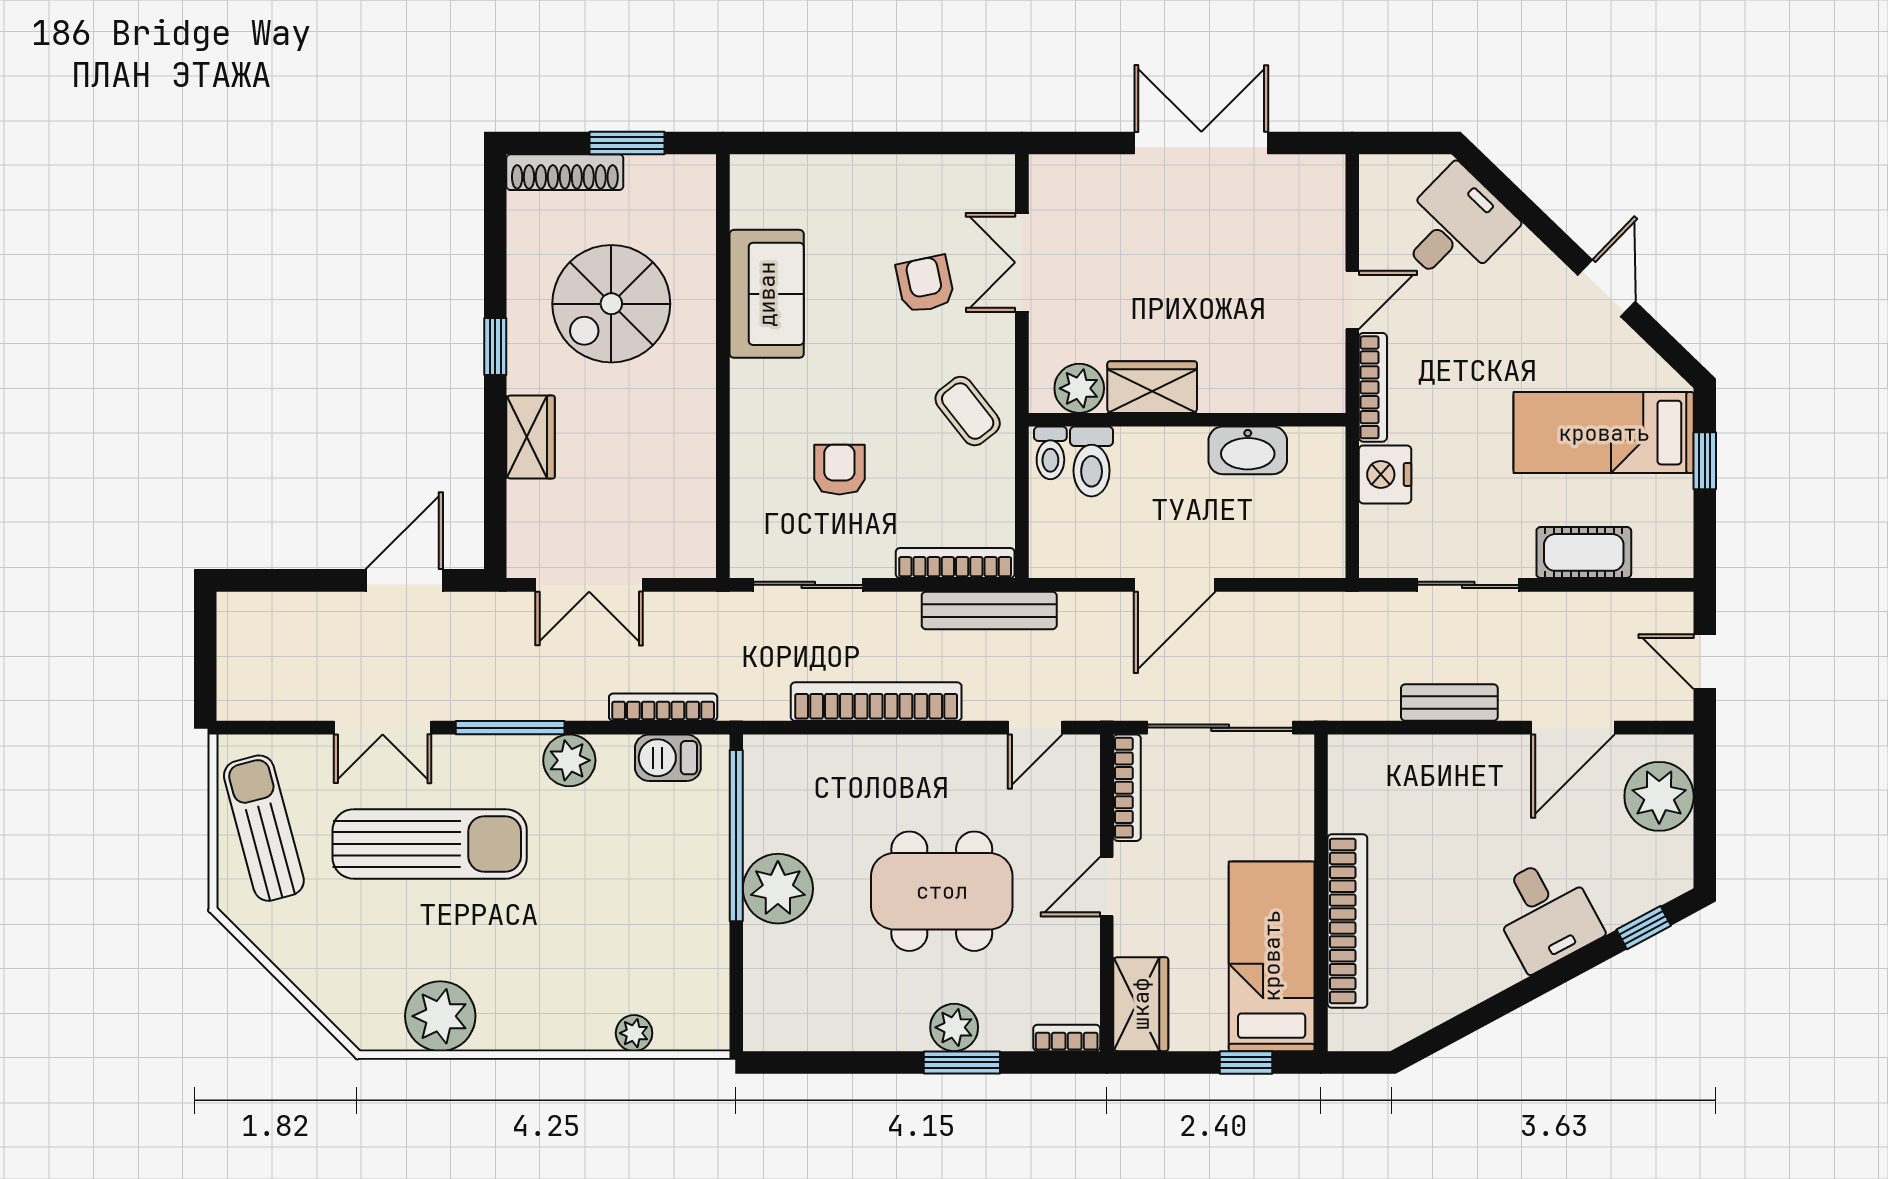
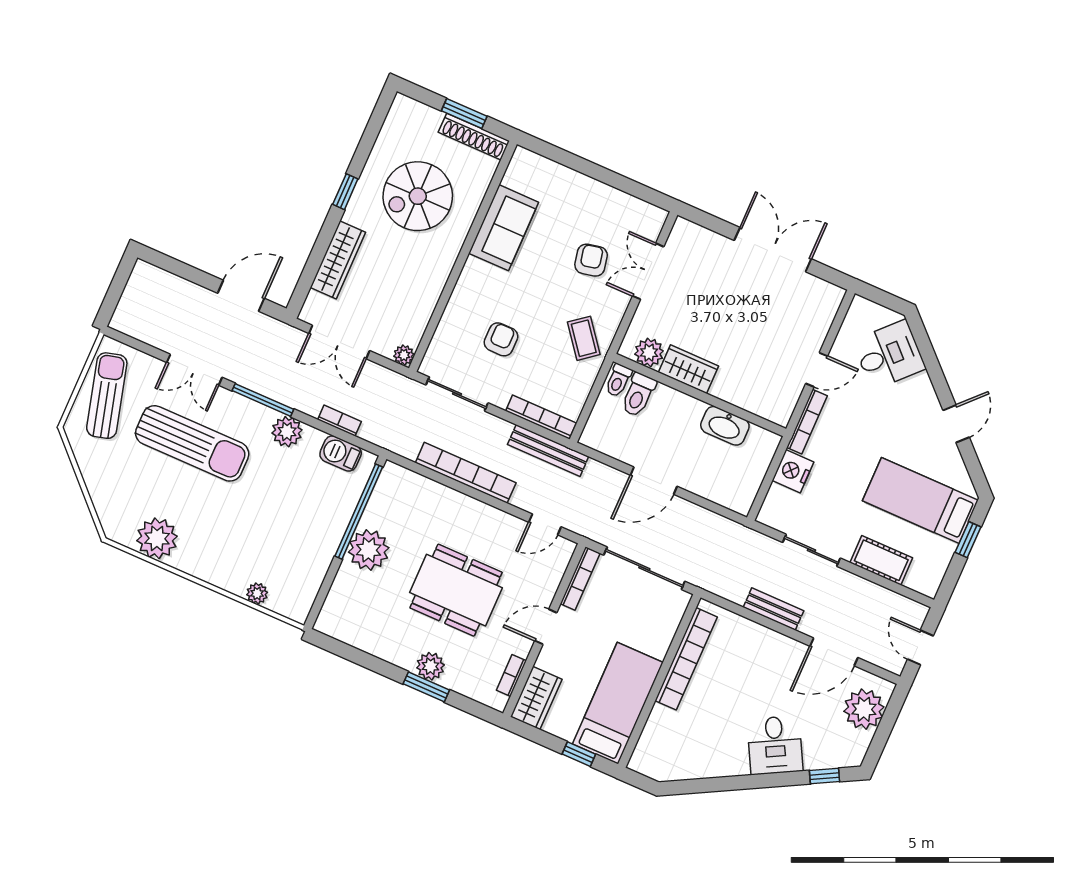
shoe rack: (565, 172) -> (474, 137), moved
wardrobe: (531, 437) -> (338, 260), width x1.50
plant: (699, 561) -> (404, 355), added
bookcase: (663, 707) -> (339, 421), width x0.64
bookcase: (1347, 921) -> (686, 659), moved
bookcase: (1067, 1038) -> (511, 676), moved, turned -90

